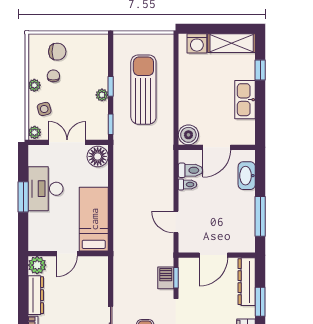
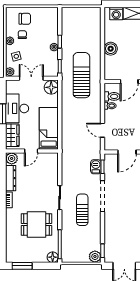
sun lounger: (143, 90) -> (81, 75), moved
boiler: (188, 135) -> (111, 49), moved
wardrobe: (38, 230) -> (12, 135), added

